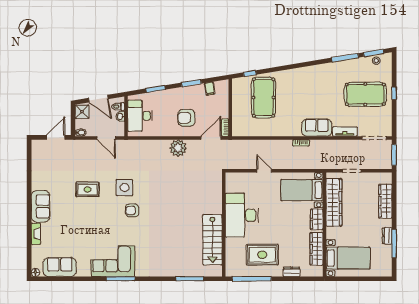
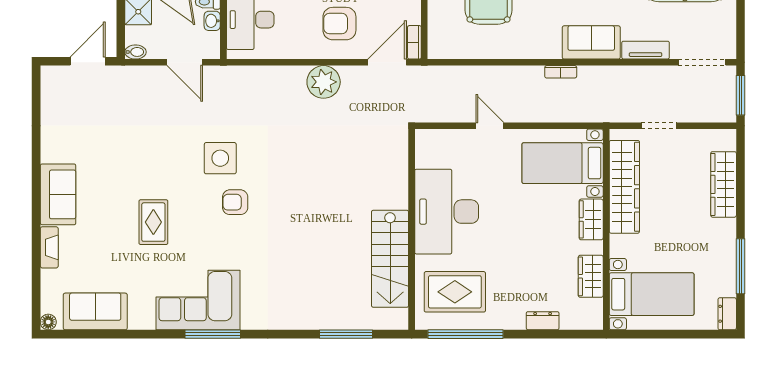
rug: (88, 190) -> (153, 222), moved, turned 90
dresser: (387, 236) -> (727, 314), moved
wardrobe: (316, 249) -> (591, 276), width x0.67
rug: (262, 255) -> (455, 292), moved

